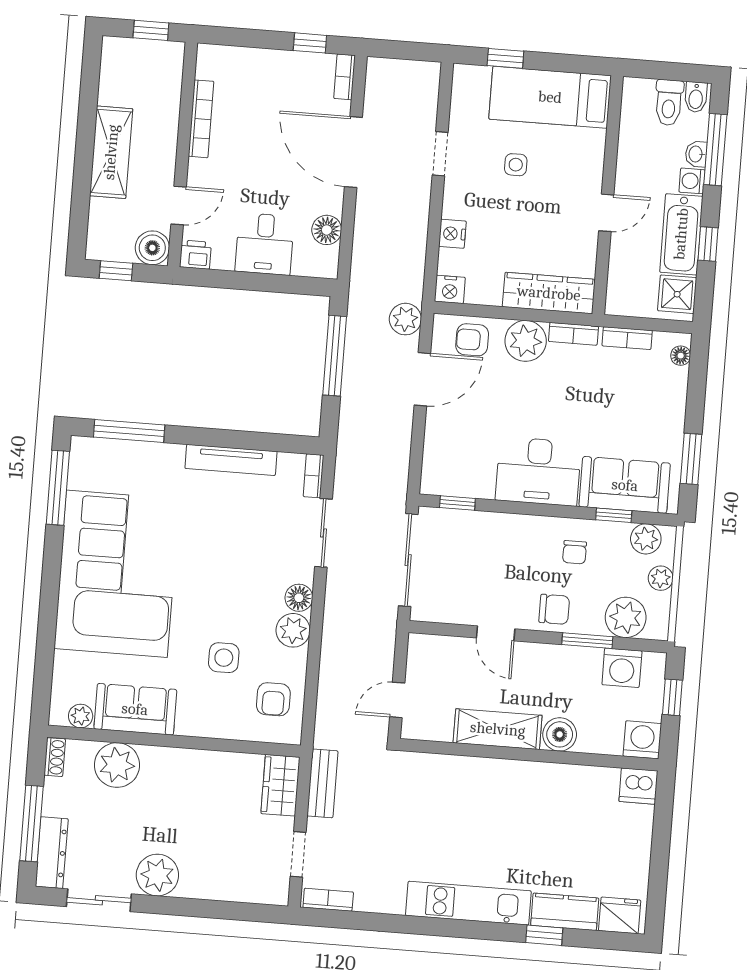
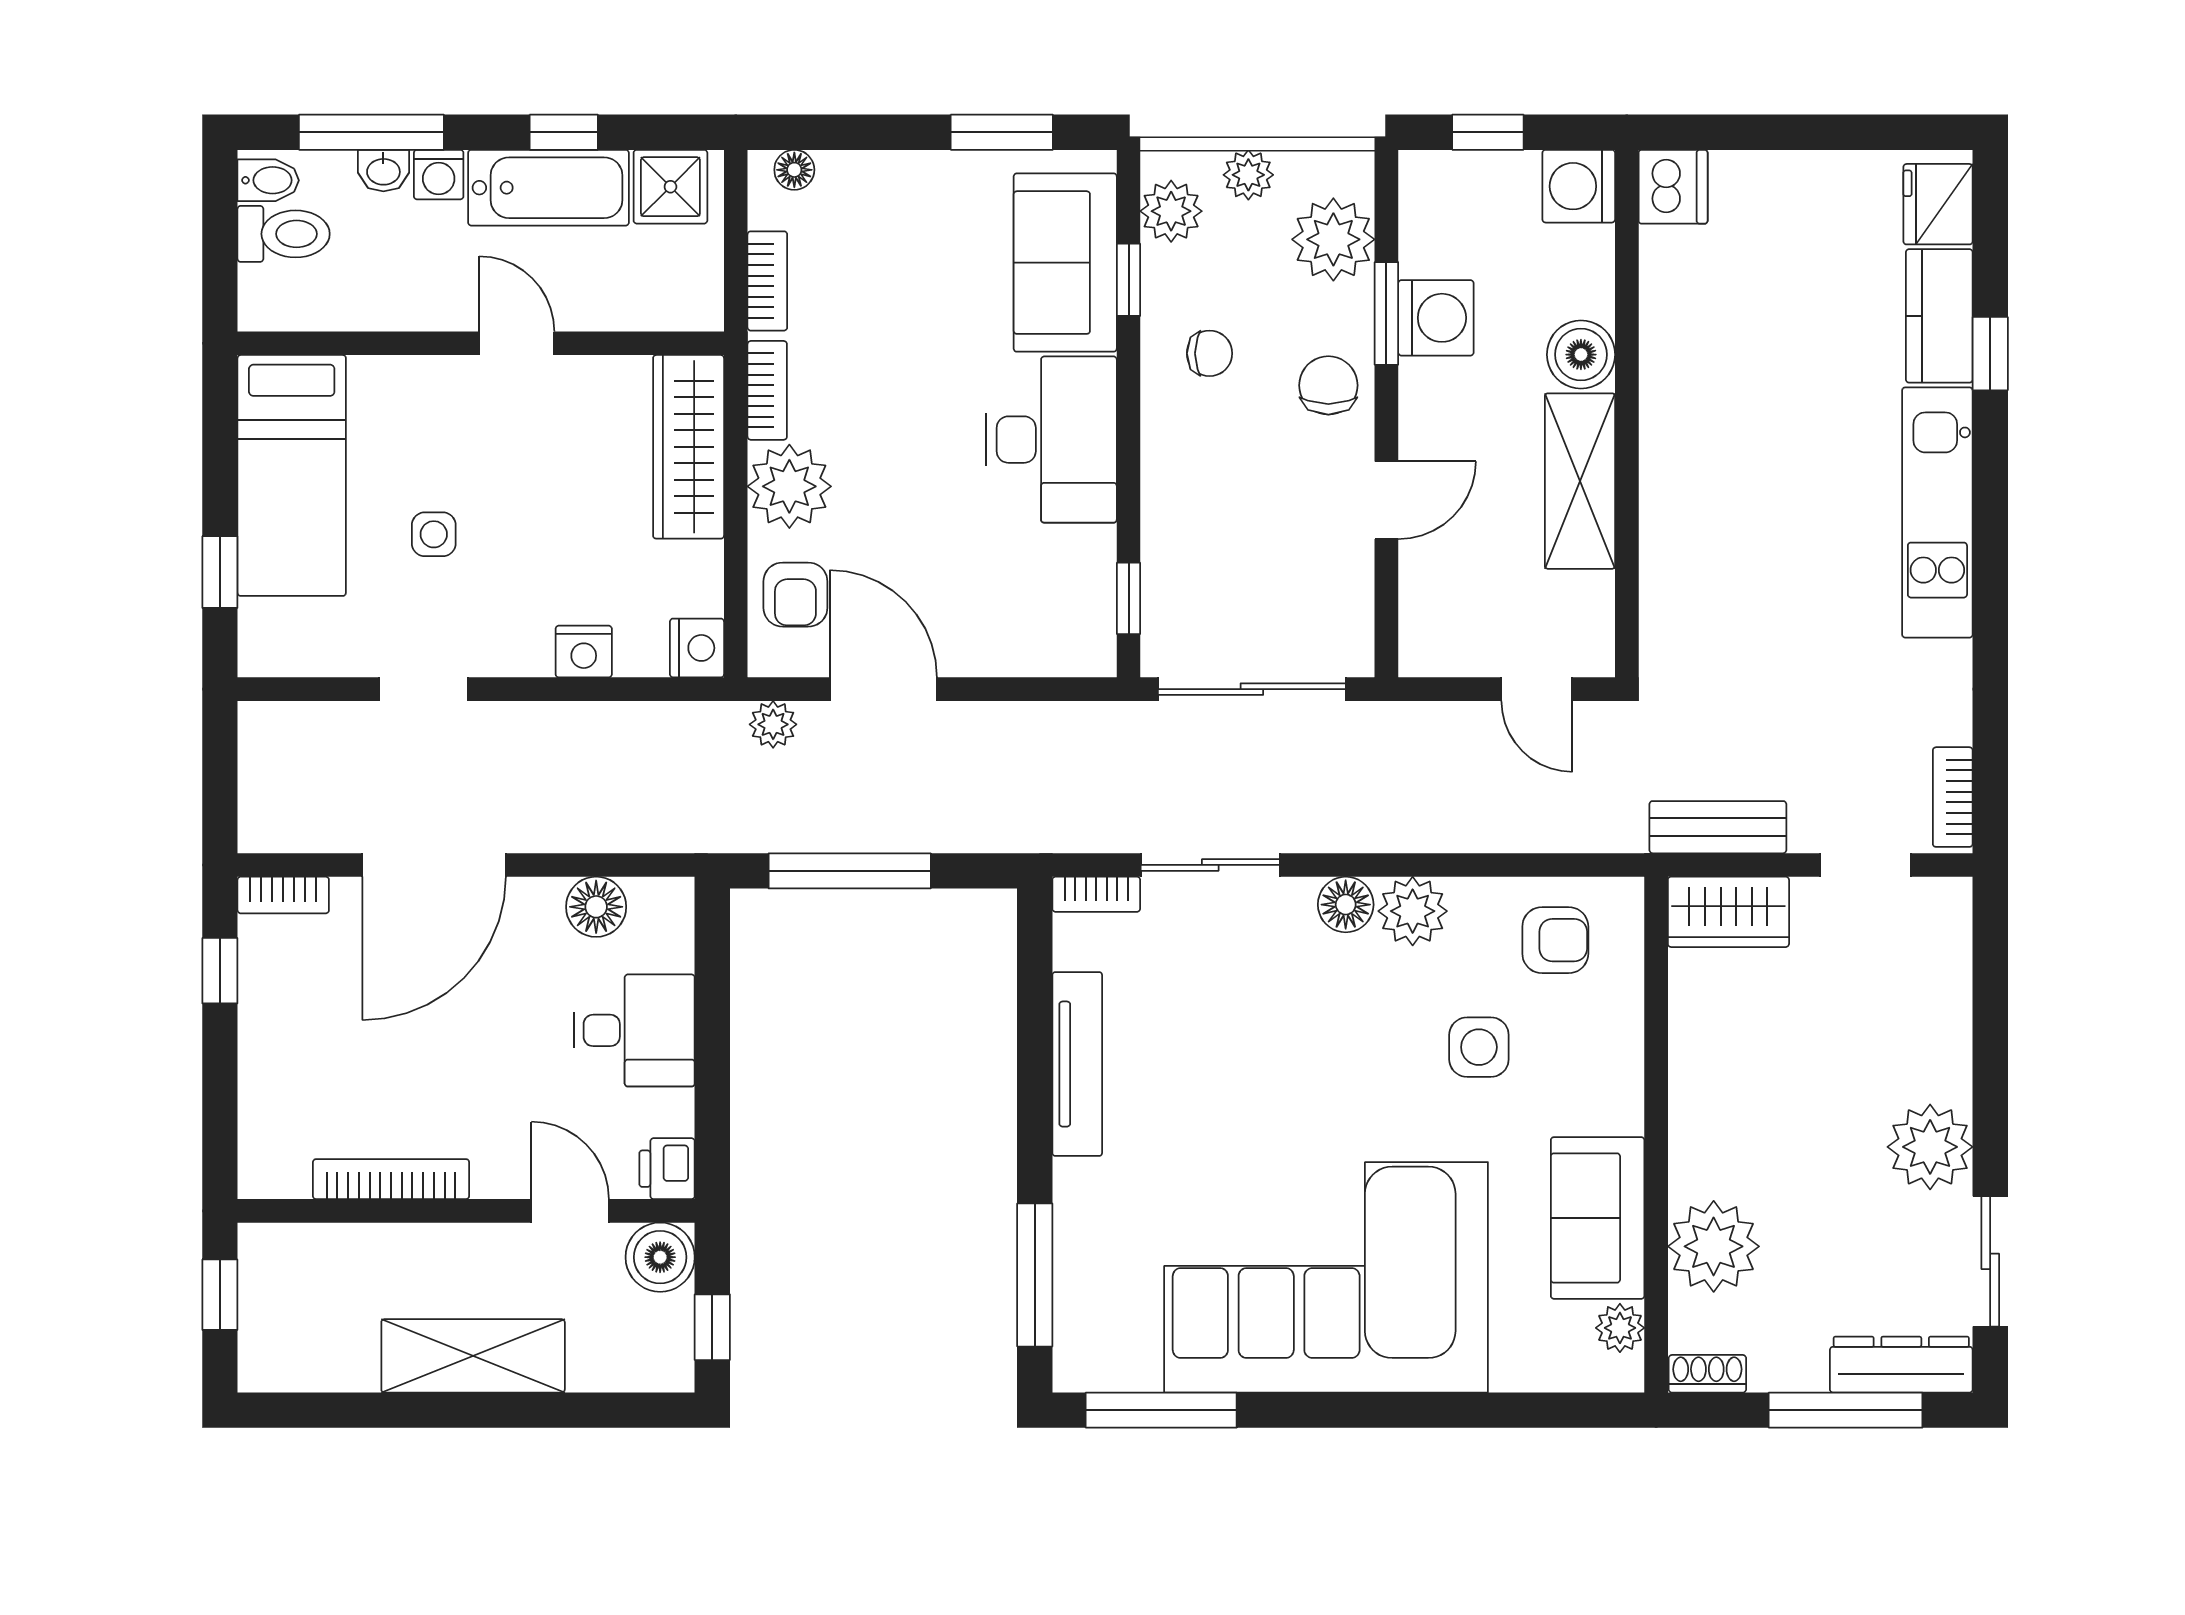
plant: (405, 319) -> (773, 724), width x0.73, depth x0.73
washing machine: (622, 668) -> (1436, 318), moved

